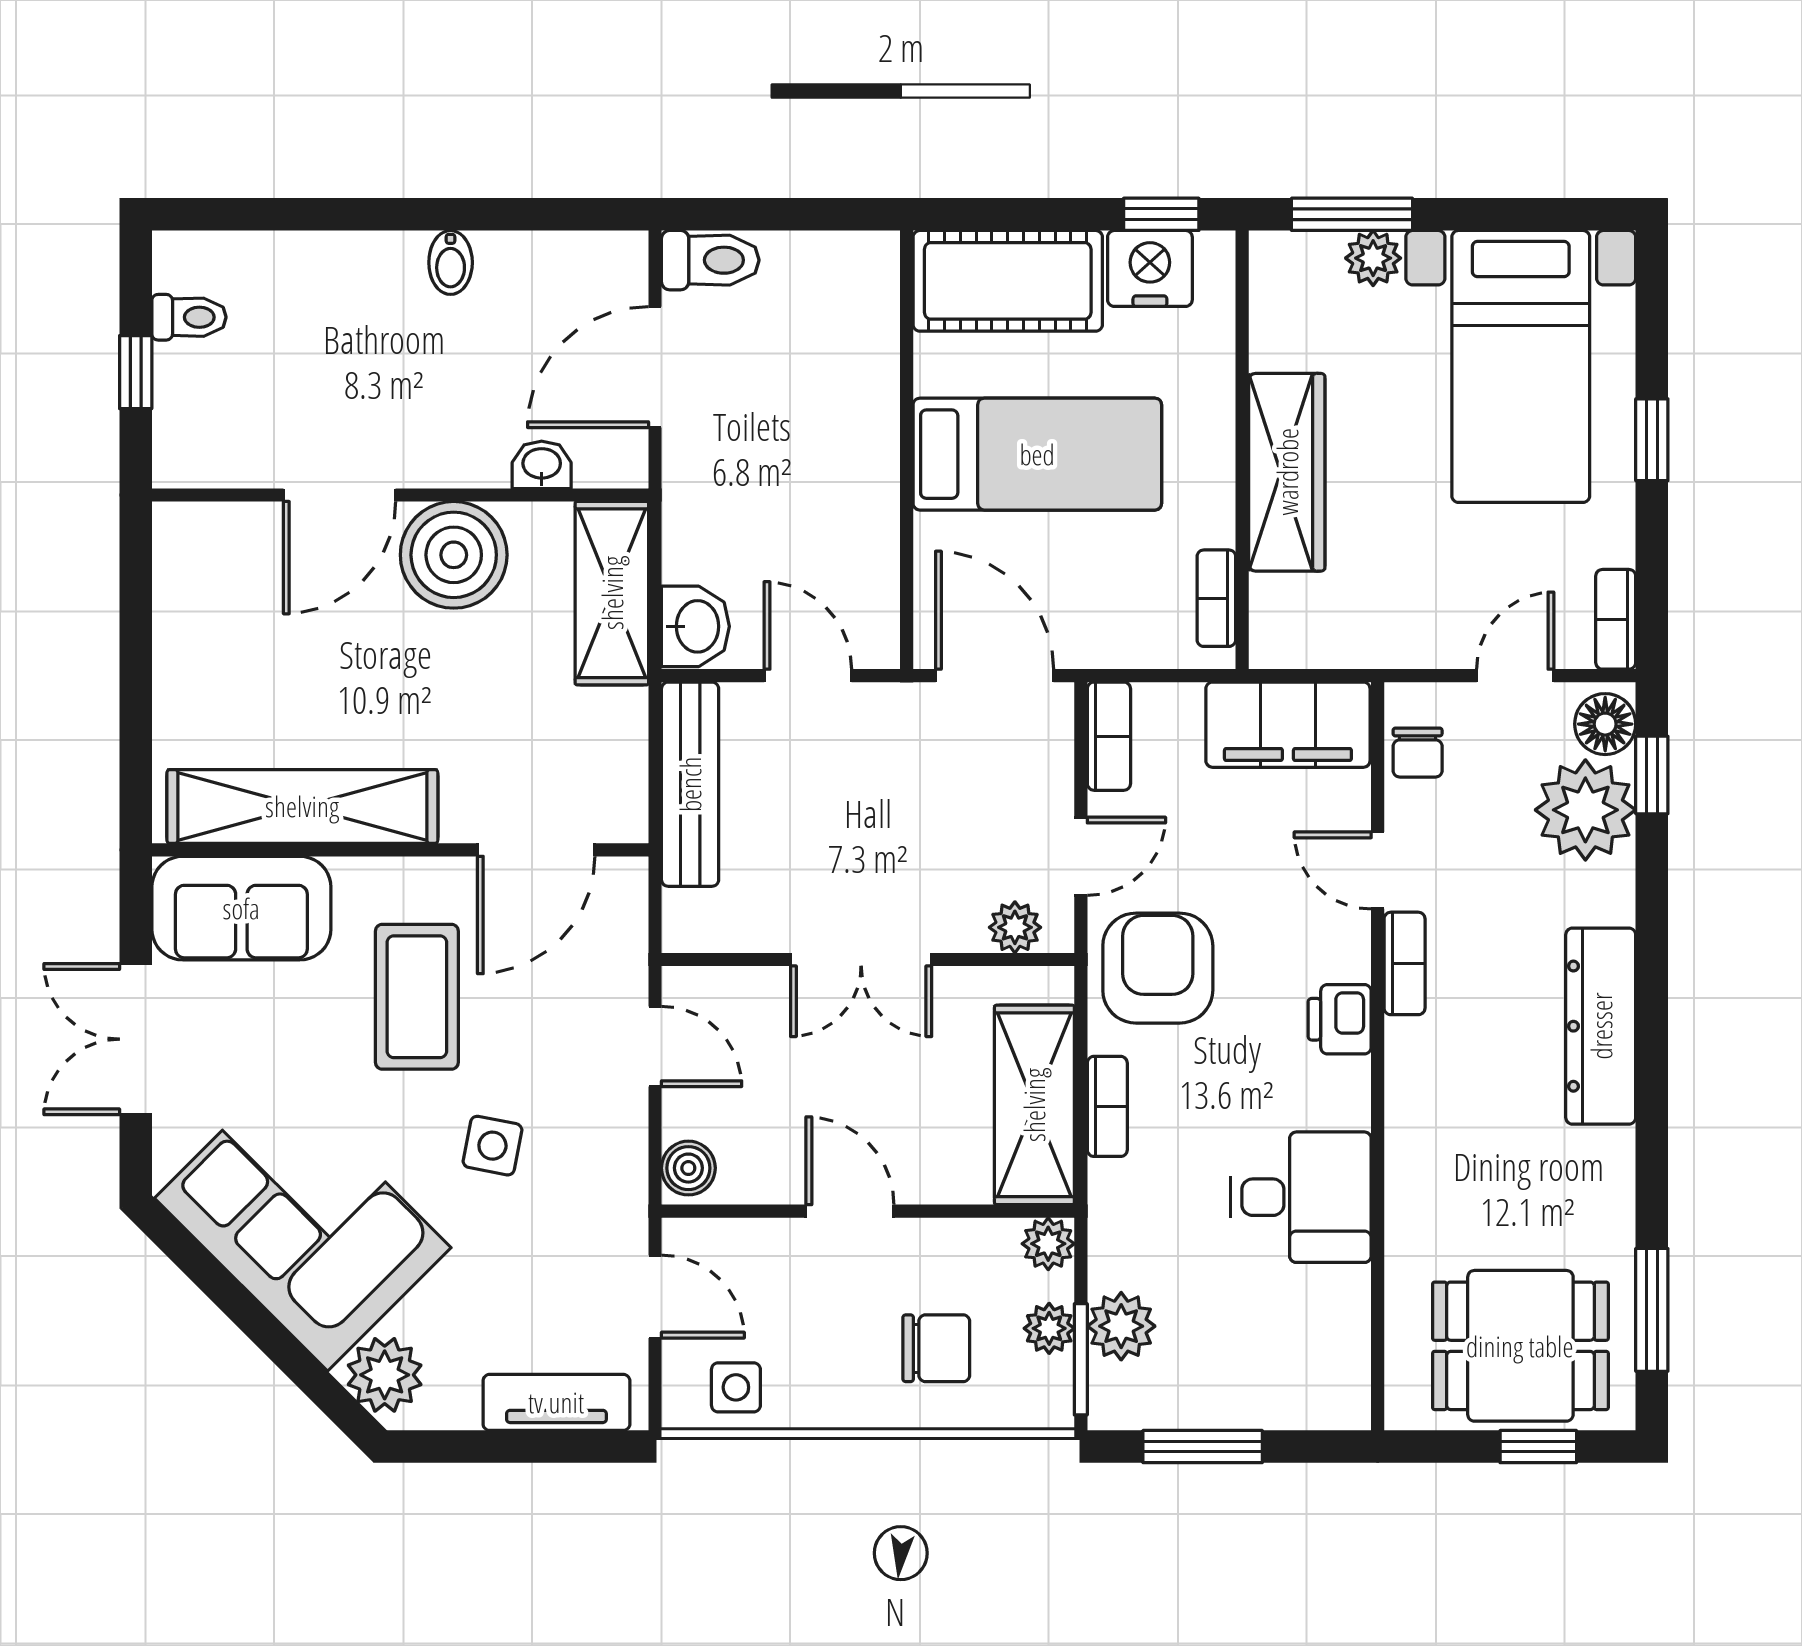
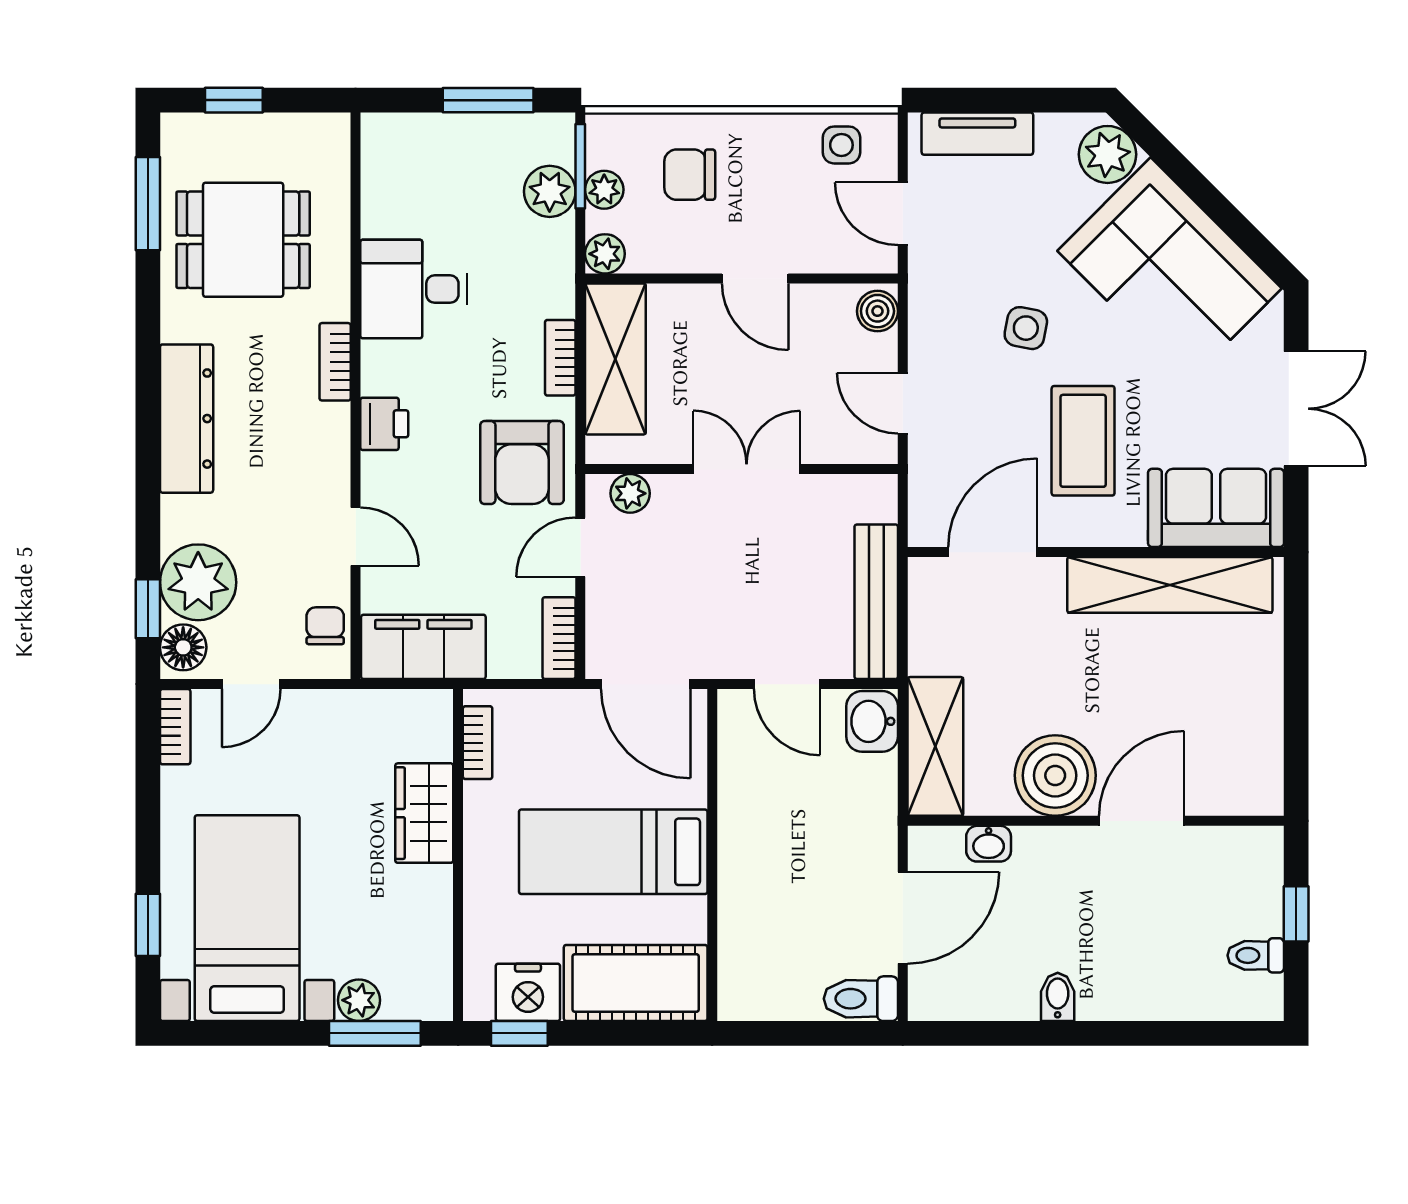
window: (1652, 440) -> (148, 925), moved
wardrobe: (1287, 472) -> (424, 813), width x0.67
bookcase: (1405, 963) -> (335, 362), moved
dining table: (1520, 1346) -> (243, 240), moved

